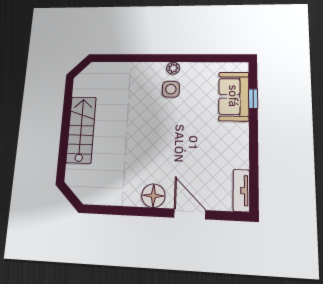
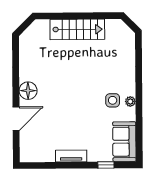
sofa: (234, 96) -> (124, 142), moved, turned -90
tv unit: (241, 191) -> (71, 156), moved

